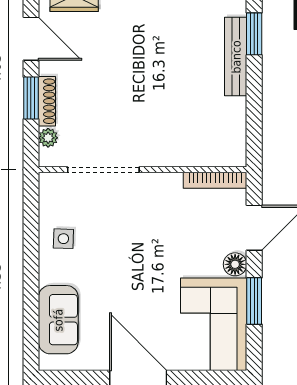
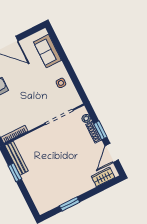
window: (254, 34) -> (15, 172), moved
door: (31, 39) -> (112, 153), hinge flipped
bench: (236, 57) -> (17, 158), moved

